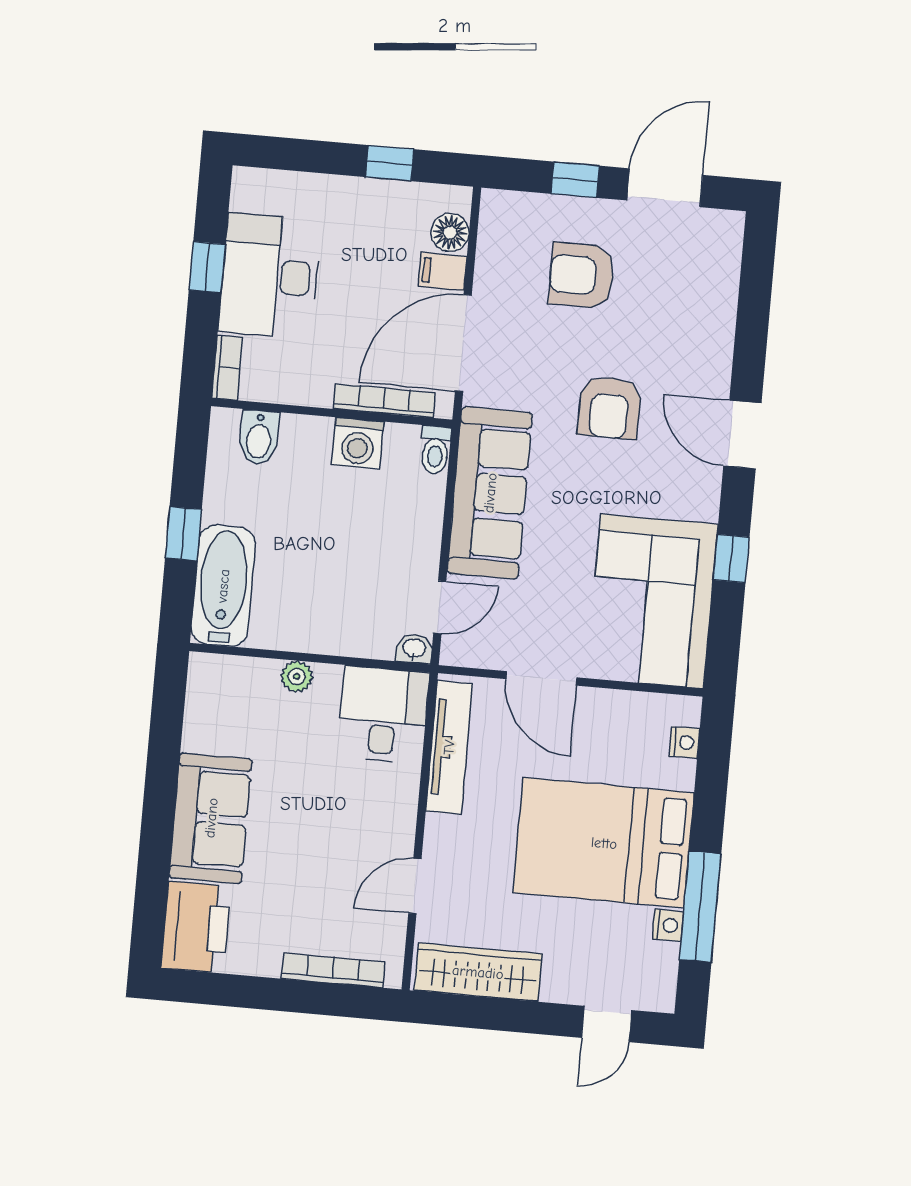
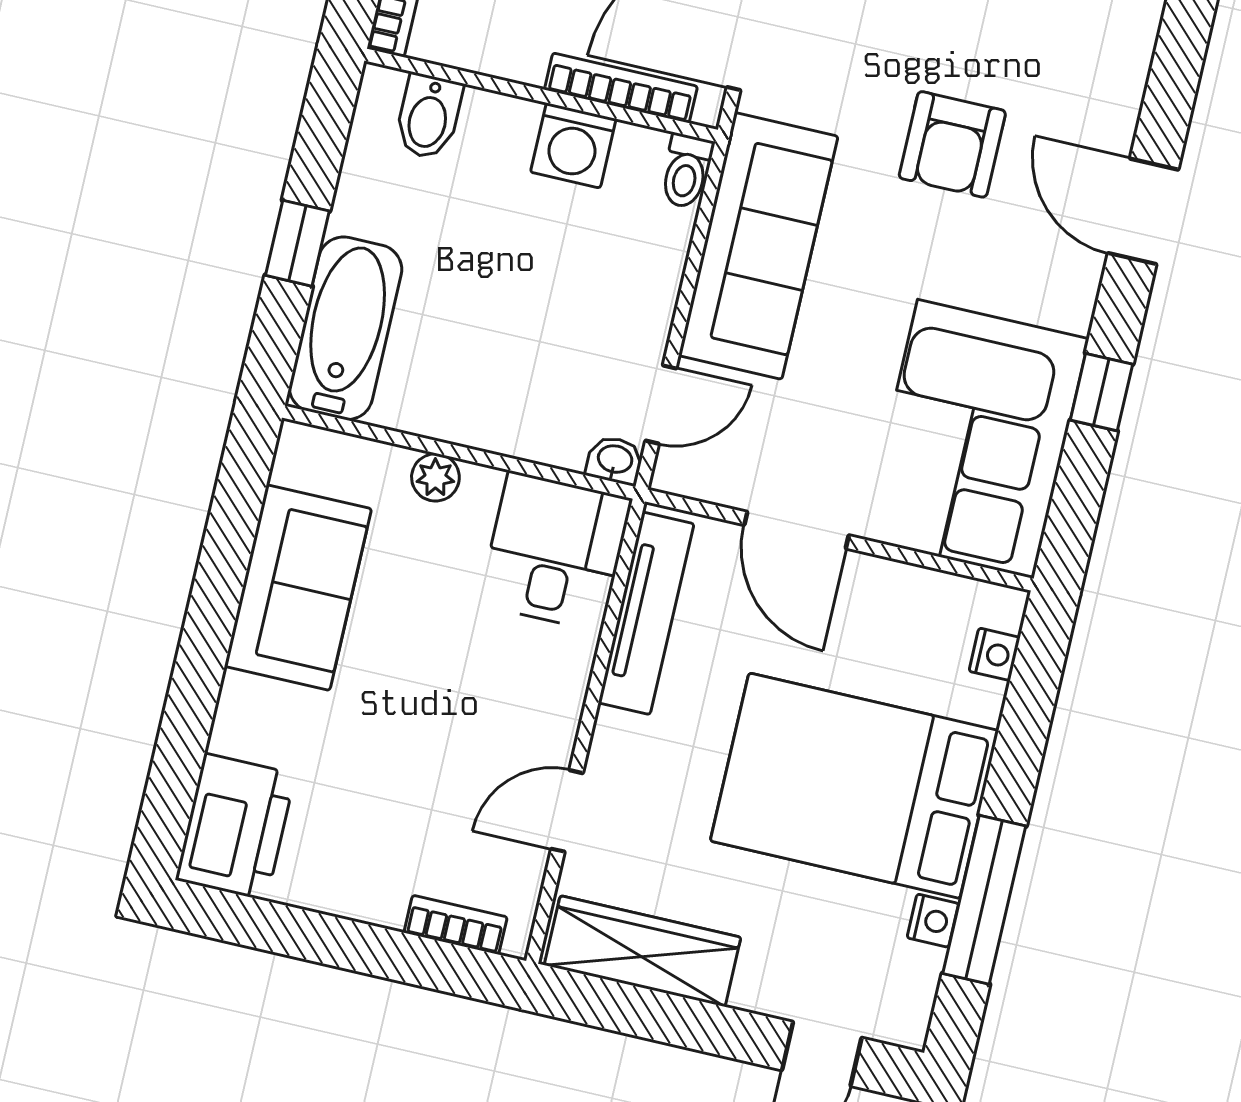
sofa: (211, 818) -> (298, 587), moved
bookcase: (333, 970) -> (456, 925), width x0.64

